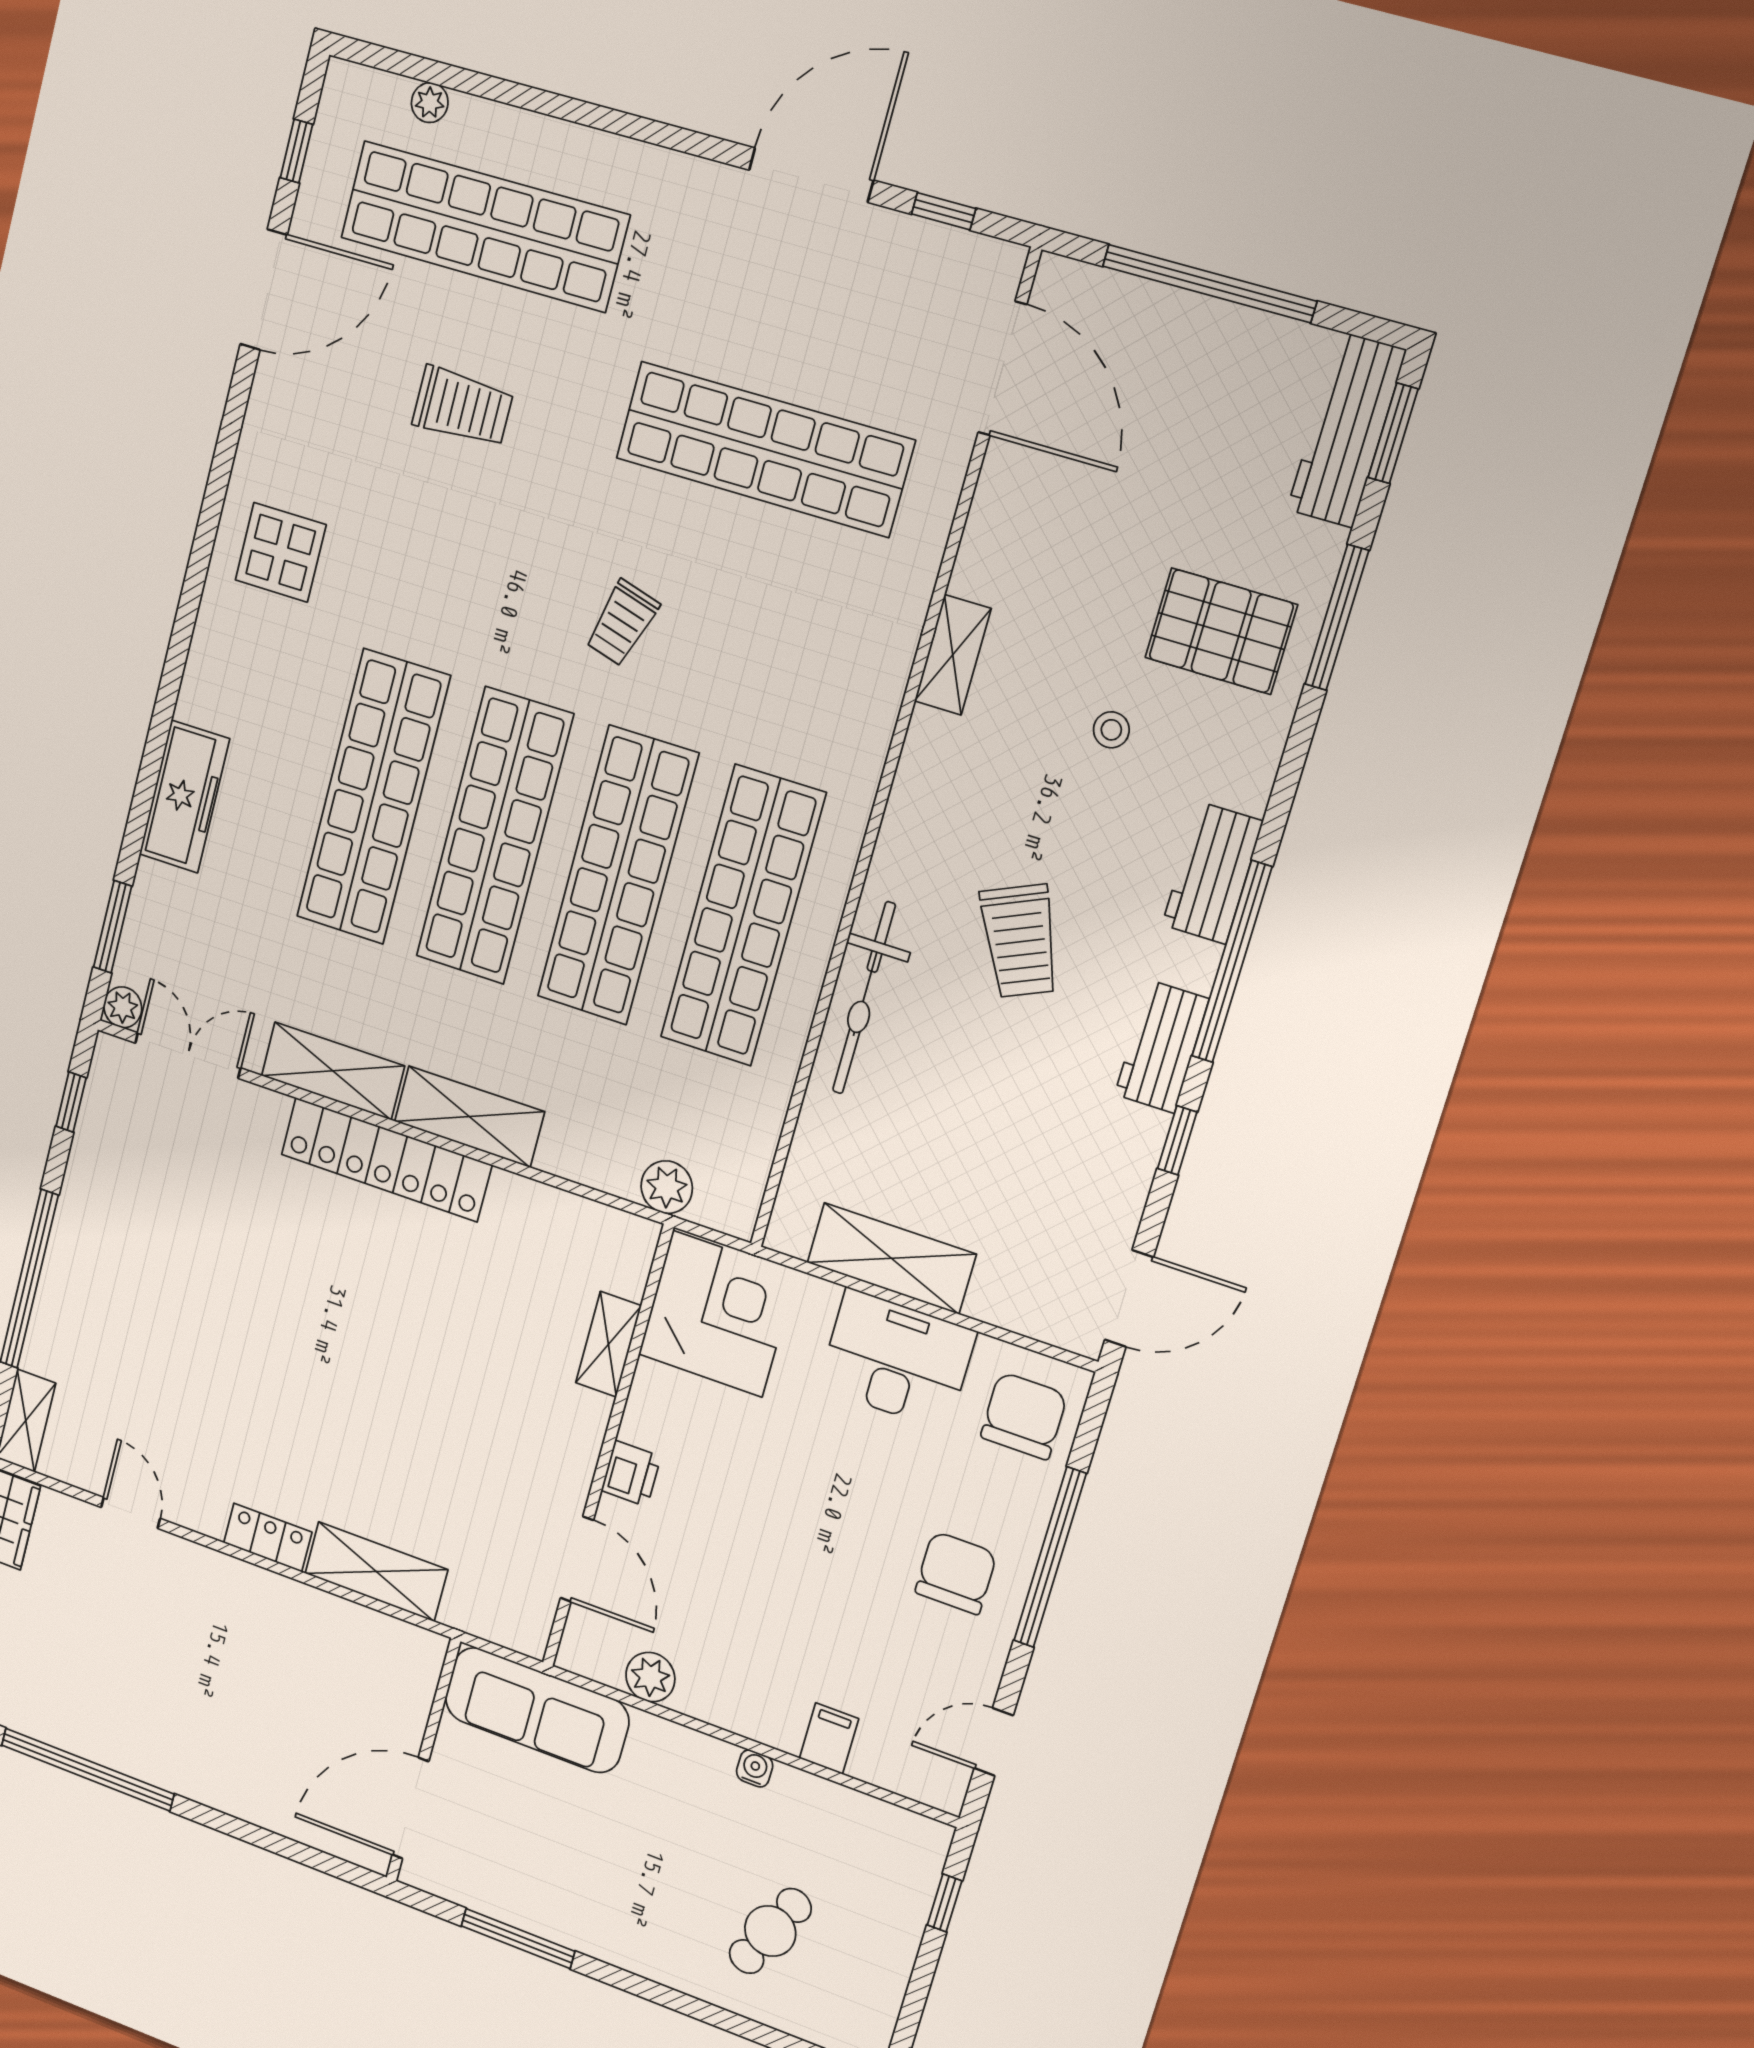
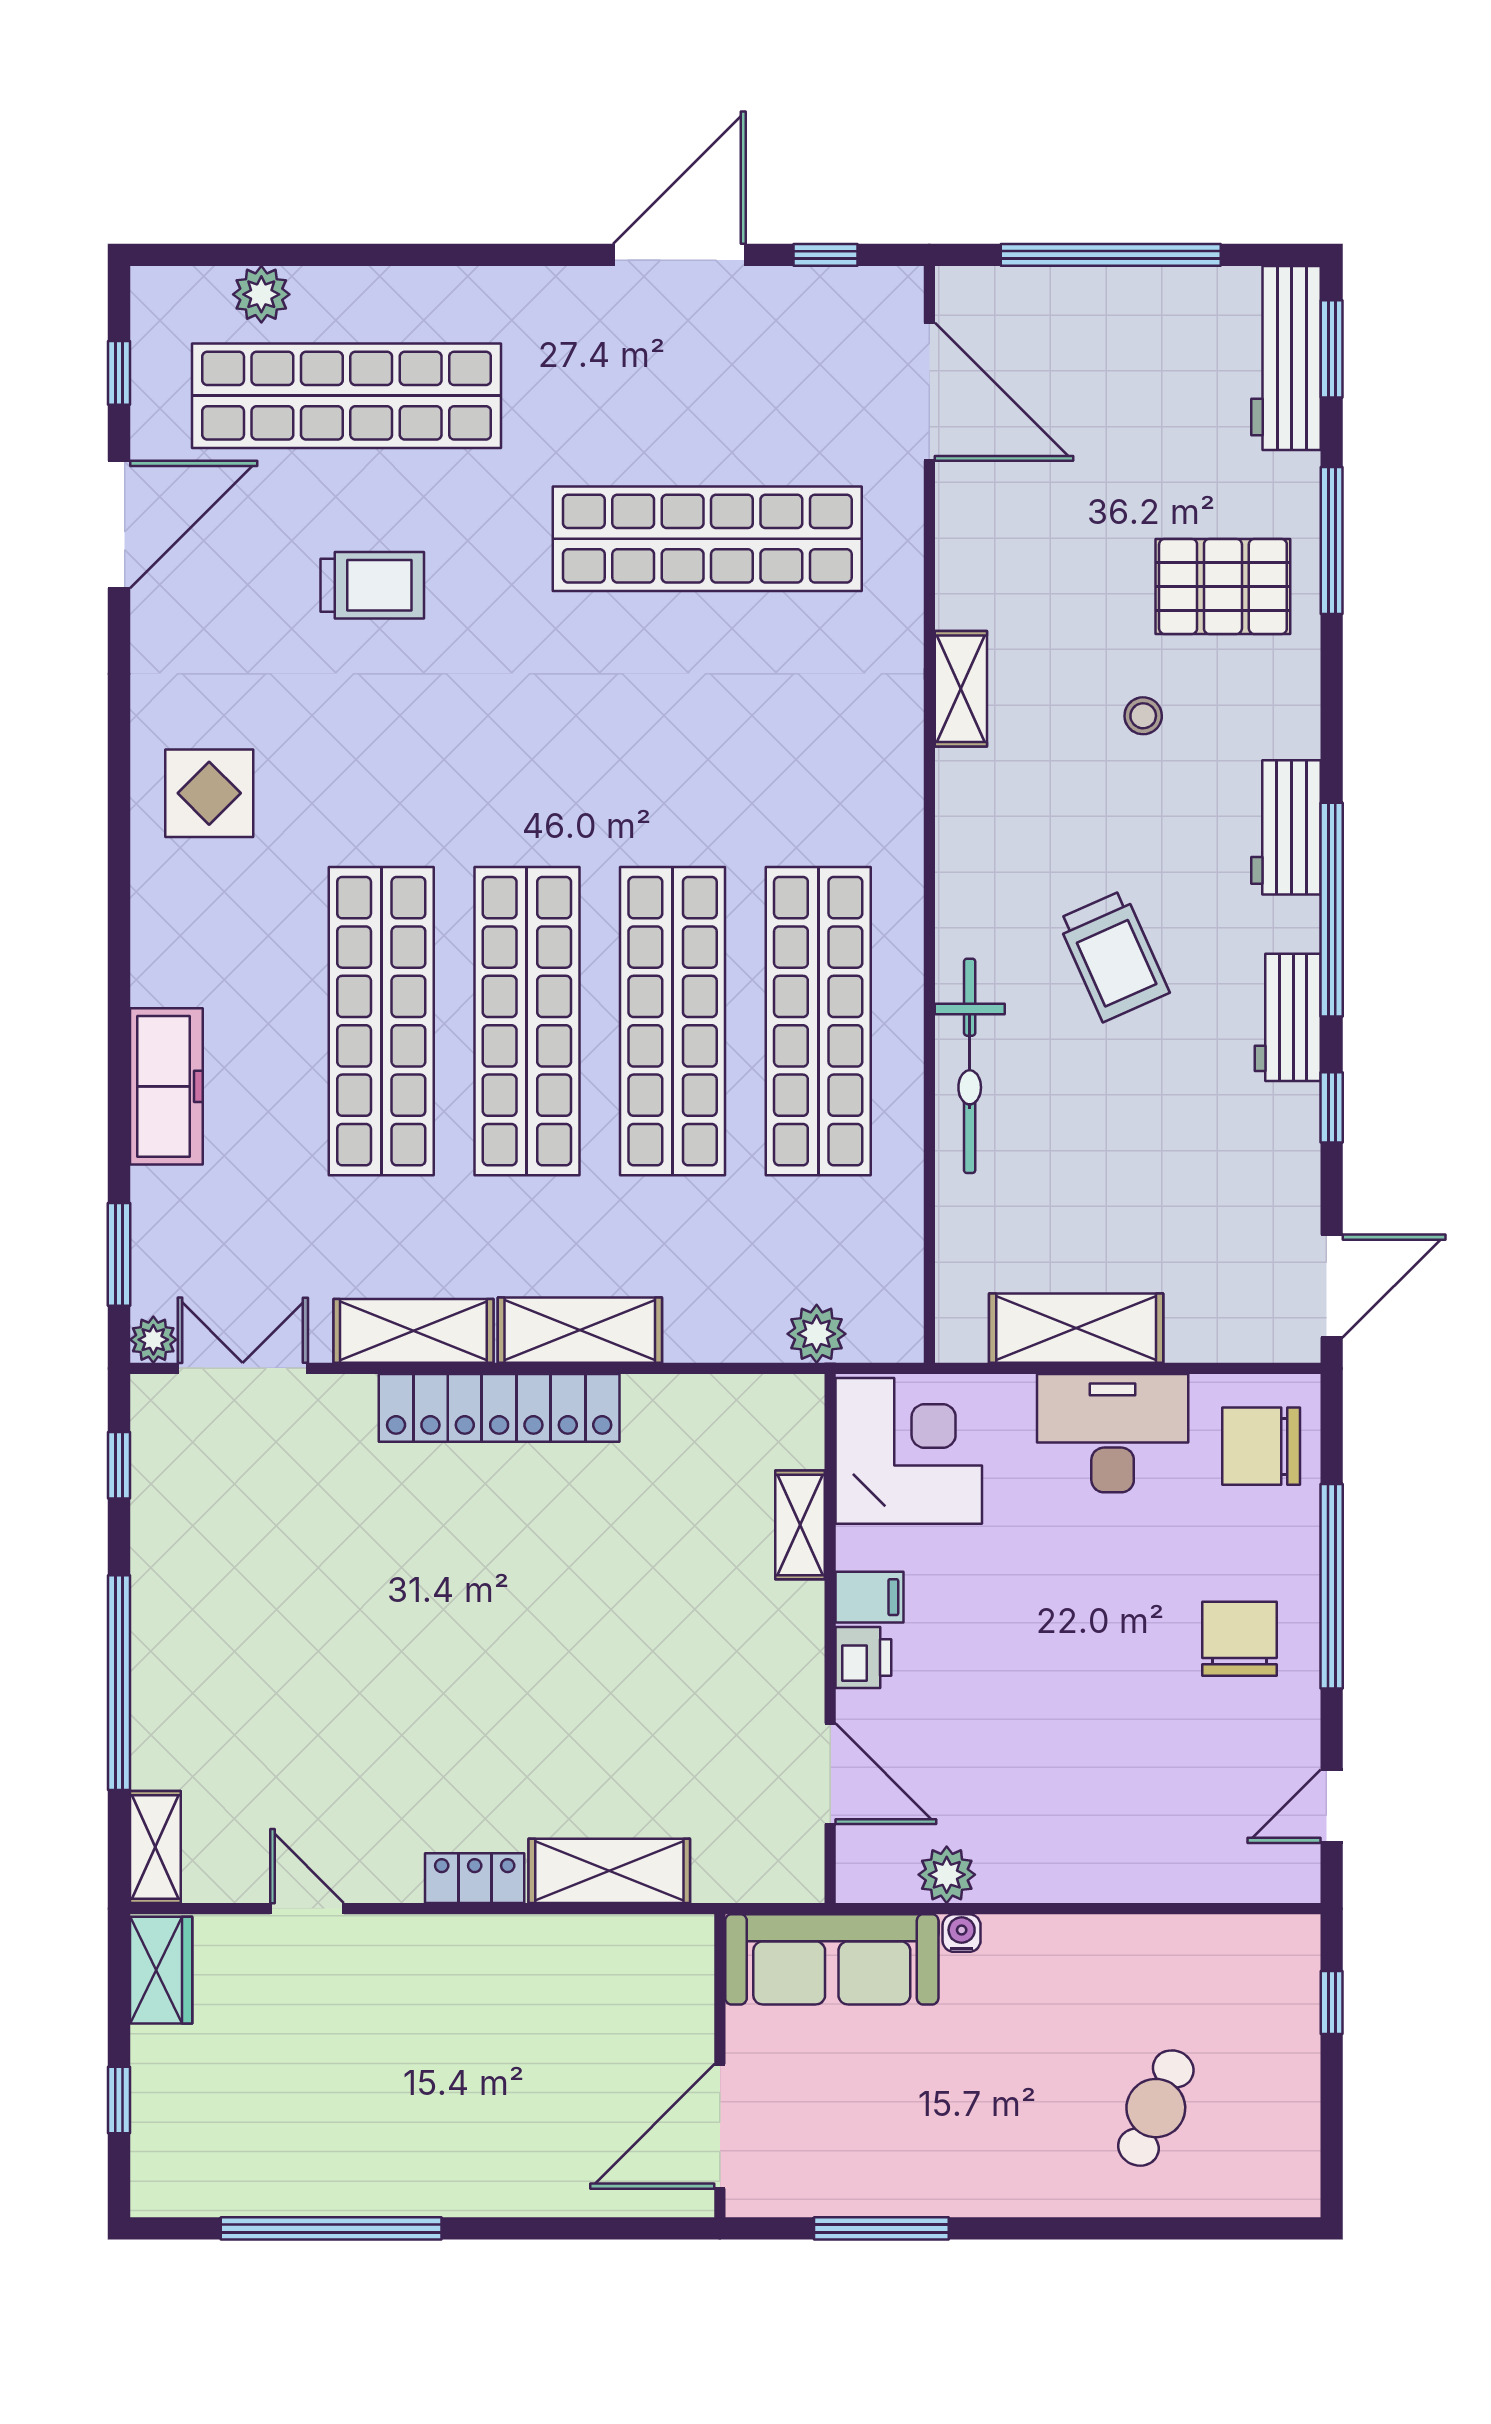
plant: (430, 103) -> (261, 294), width x1.38, depth x1.38
trolley: (622, 623) -> (605, 758), removed
chair: (1024, 1416) -> (1261, 1446), turned -90
filing cabinet: (829, 1739) -> (870, 1597), moved, turned 90
water cooler: (755, 1768) -> (962, 1933), moved

